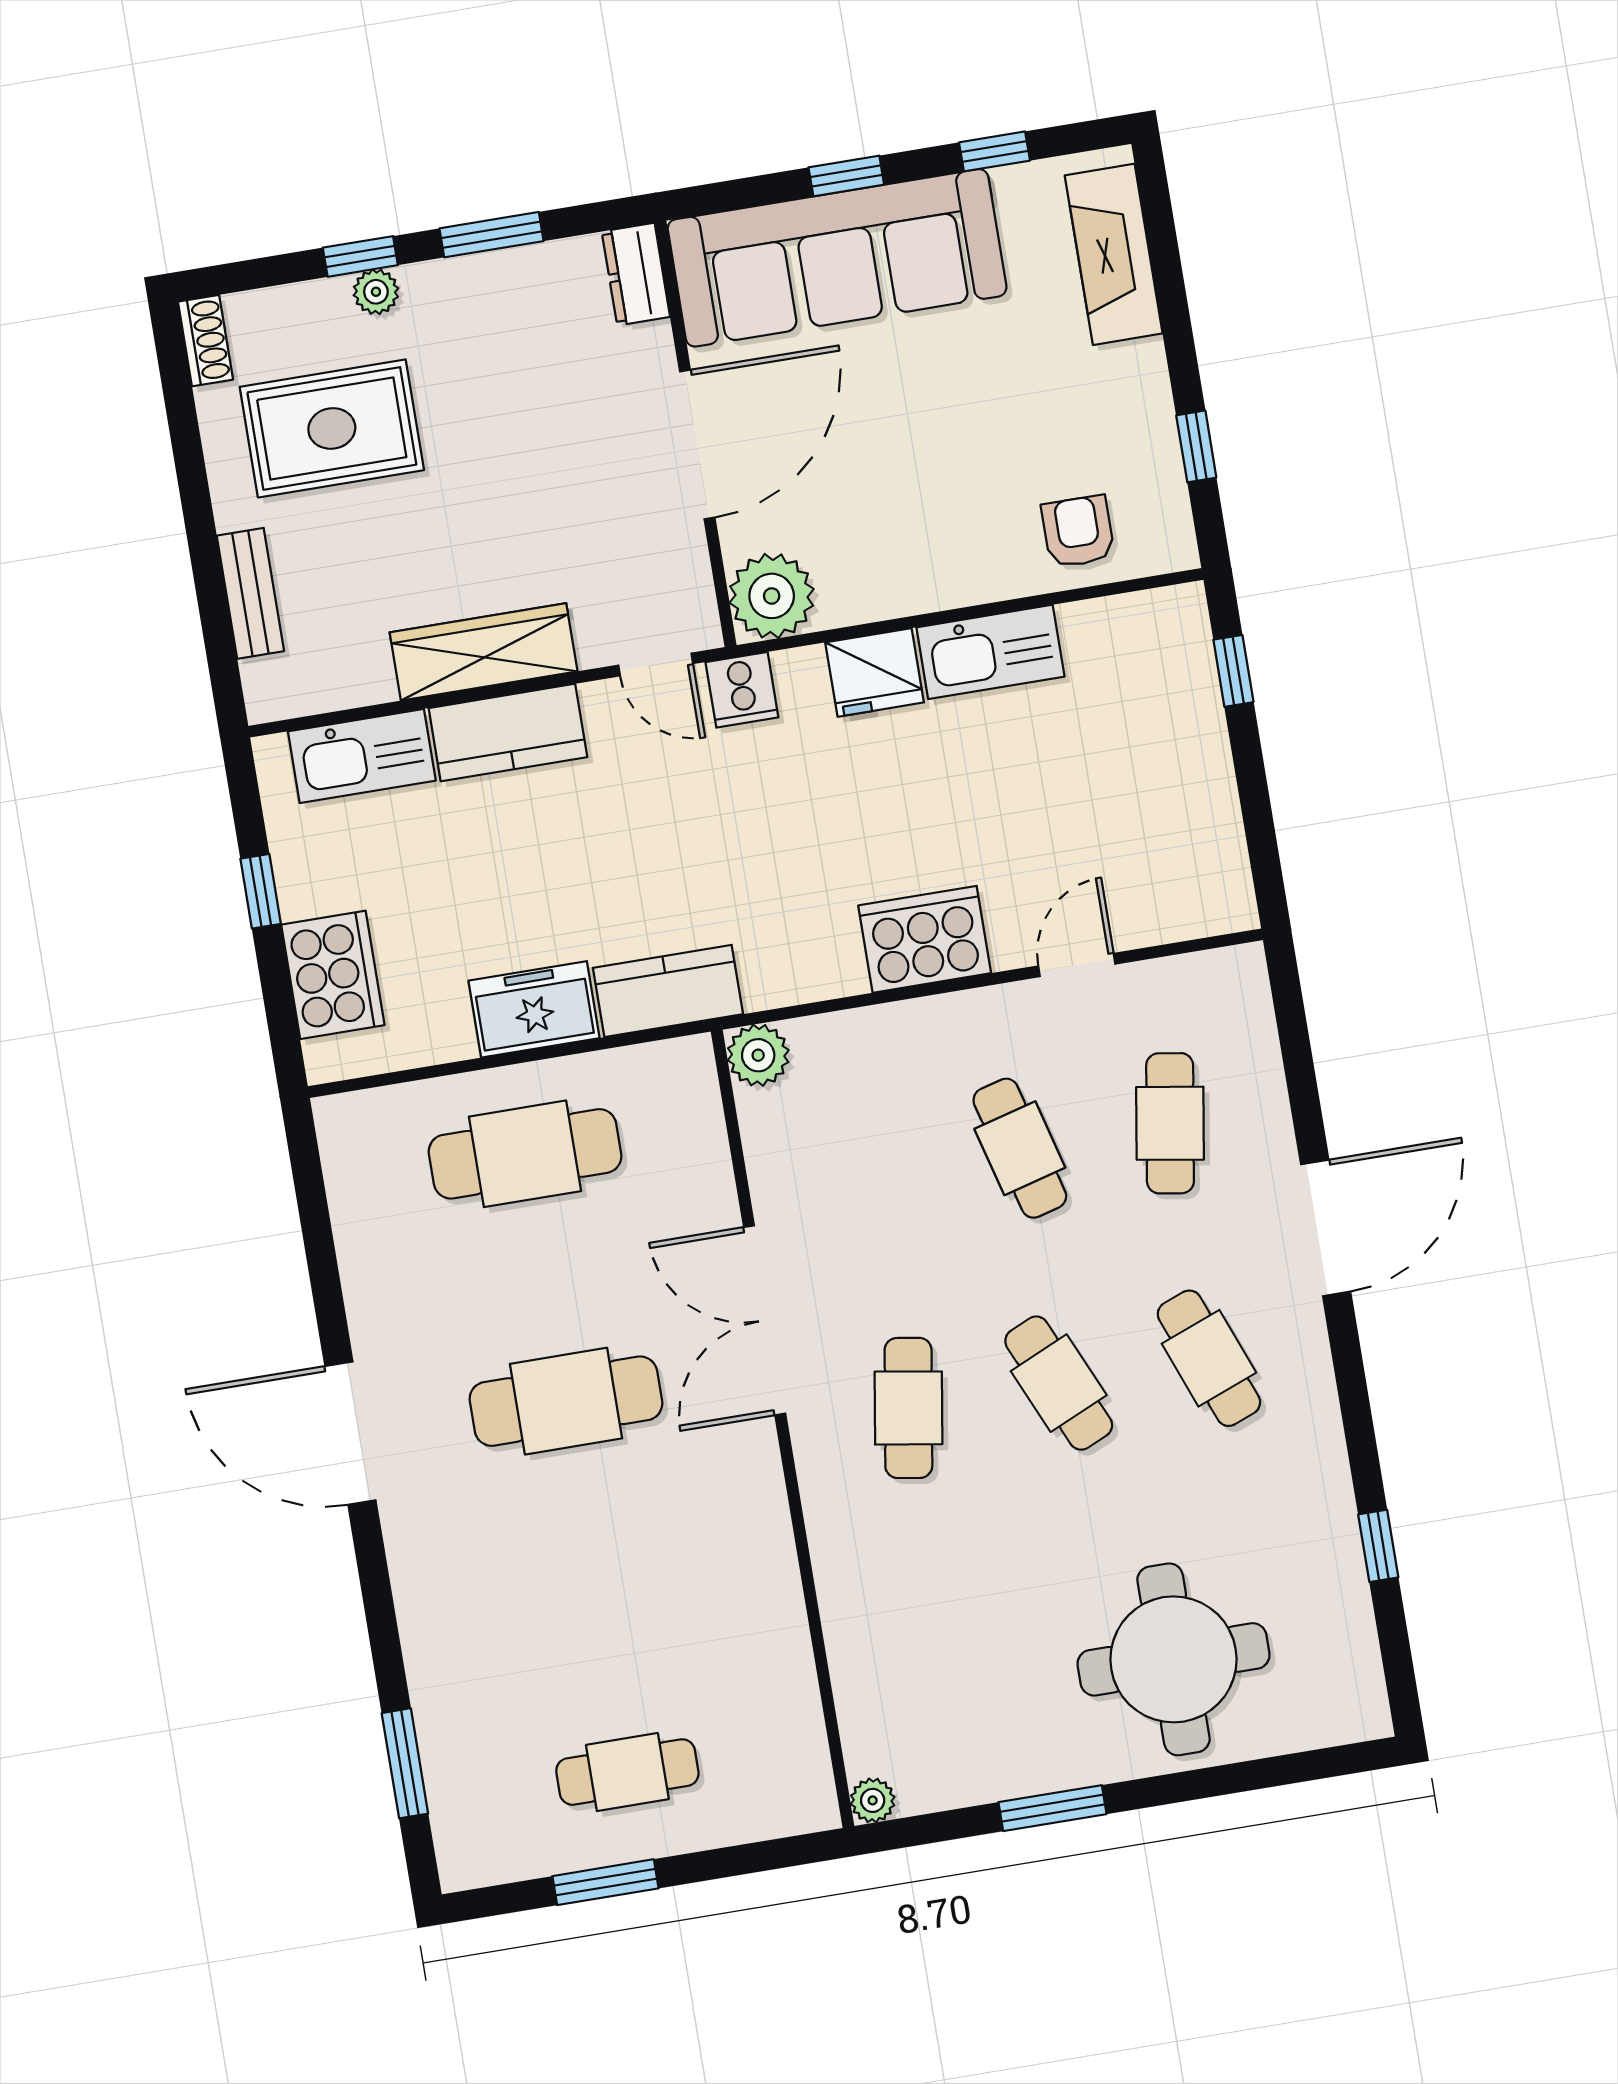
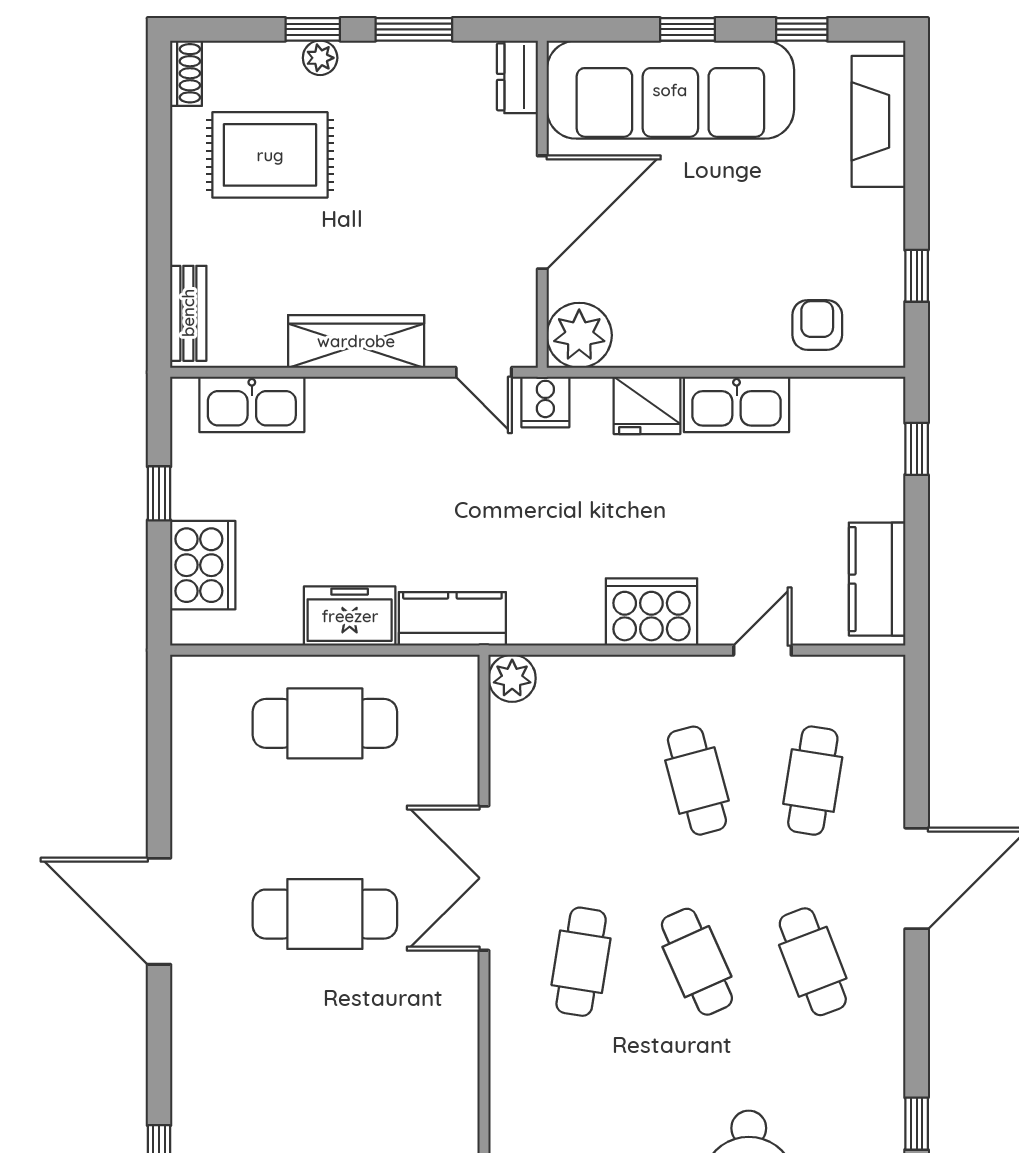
bench: (250, 593) -> (188, 313), moved
kitchen counter: (508, 733) -> (877, 579), moved, turned 90

